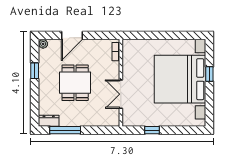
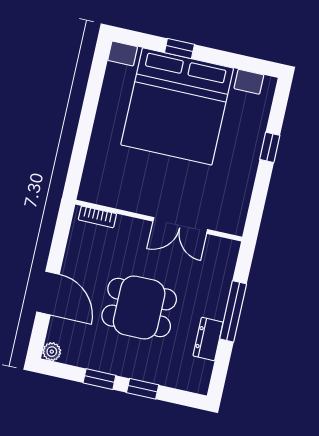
window: (35, 94) -> (143, 389), added
dresser: (49, 121) -> (208, 339), moved
window: (65, 130) -> (233, 311), moved
window: (152, 130) -> (270, 147), moved

